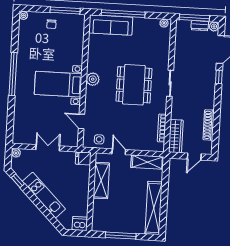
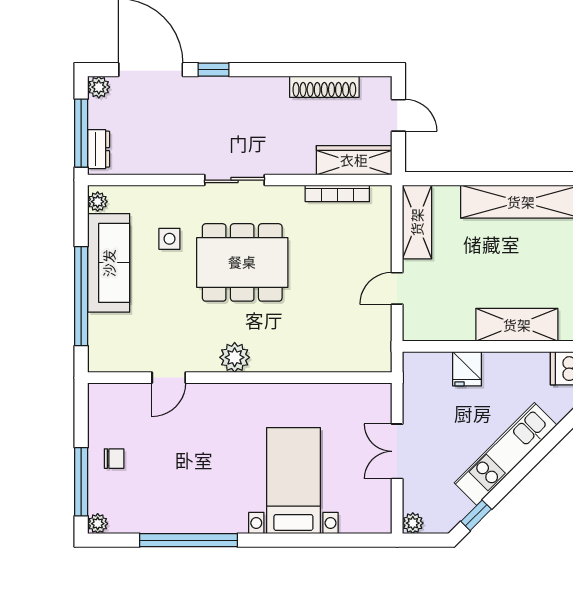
window: (65, 10) -> (81, 482), moved
sofa: (111, 25) -> (109, 263), moved
dresser: (200, 26) -> (99, 149), moved
window: (13, 74) -> (189, 540), moved
bed with nightstands: (58, 84) -> (293, 481), moved, turned 180
door: (81, 121) -> (169, 378), moved
side table: (99, 139) -> (169, 239), moved
fridge: (83, 158) -> (467, 369), moved
shelving: (101, 180) -> (517, 325), moved

